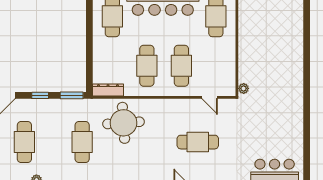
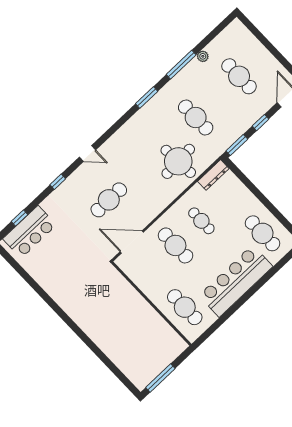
cafe table: (147, 66) -> (201, 221), width x0.73, depth x0.74
plant: (244, 88) -> (113, 273), removed
door: (210, 97) -> (132, 242), width x1.87

